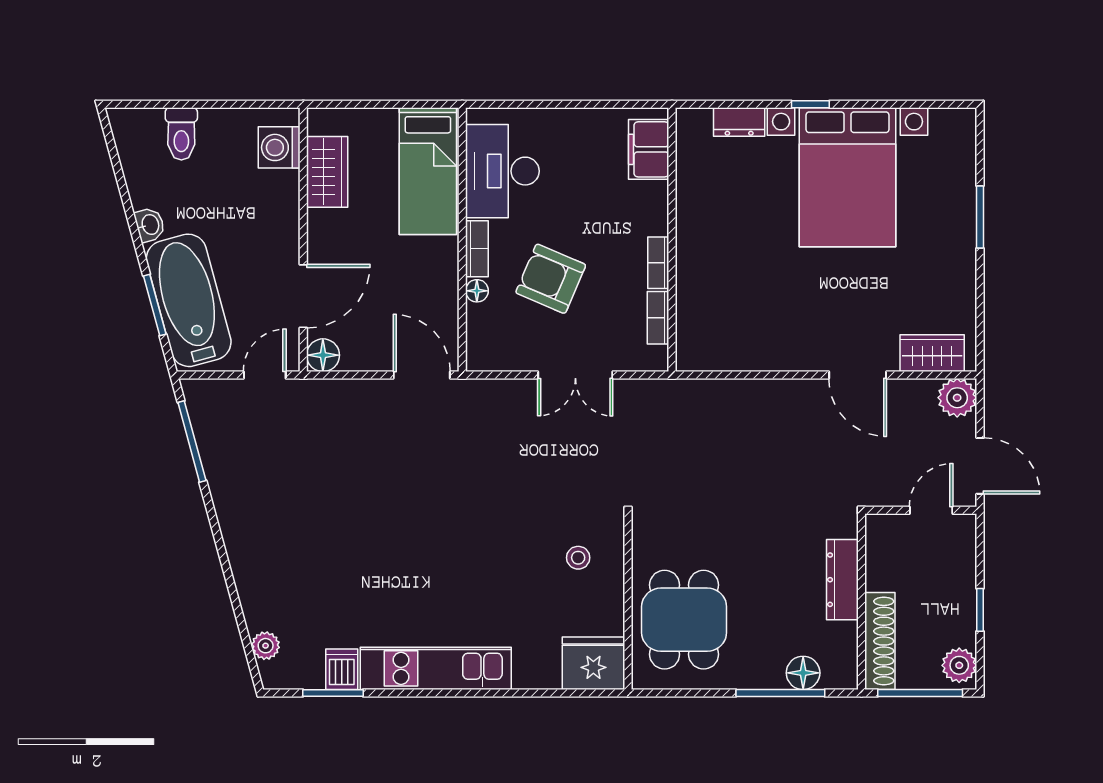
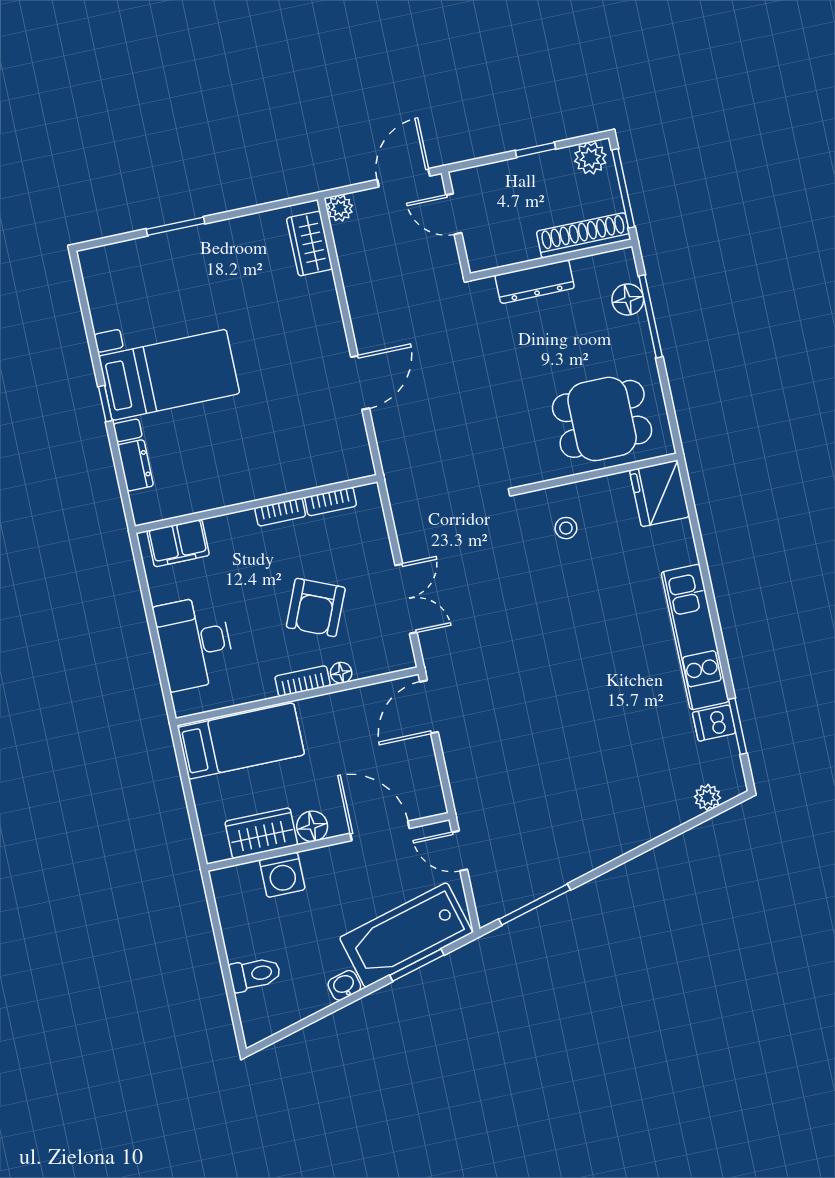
washing machine: (279, 147) -> (282, 875), moved
desk: (502, 171) -> (195, 643), moved, turned 90
bed with nightstands: (848, 177) -> (169, 375), width x0.73
floor lamp: (323, 355) -> (312, 826), moved
double door: (575, 375) -> (406, 599), moved
door: (858, 375) -> (360, 383), moved
plant: (957, 398) -> (340, 208), width x0.73, depth x0.73

